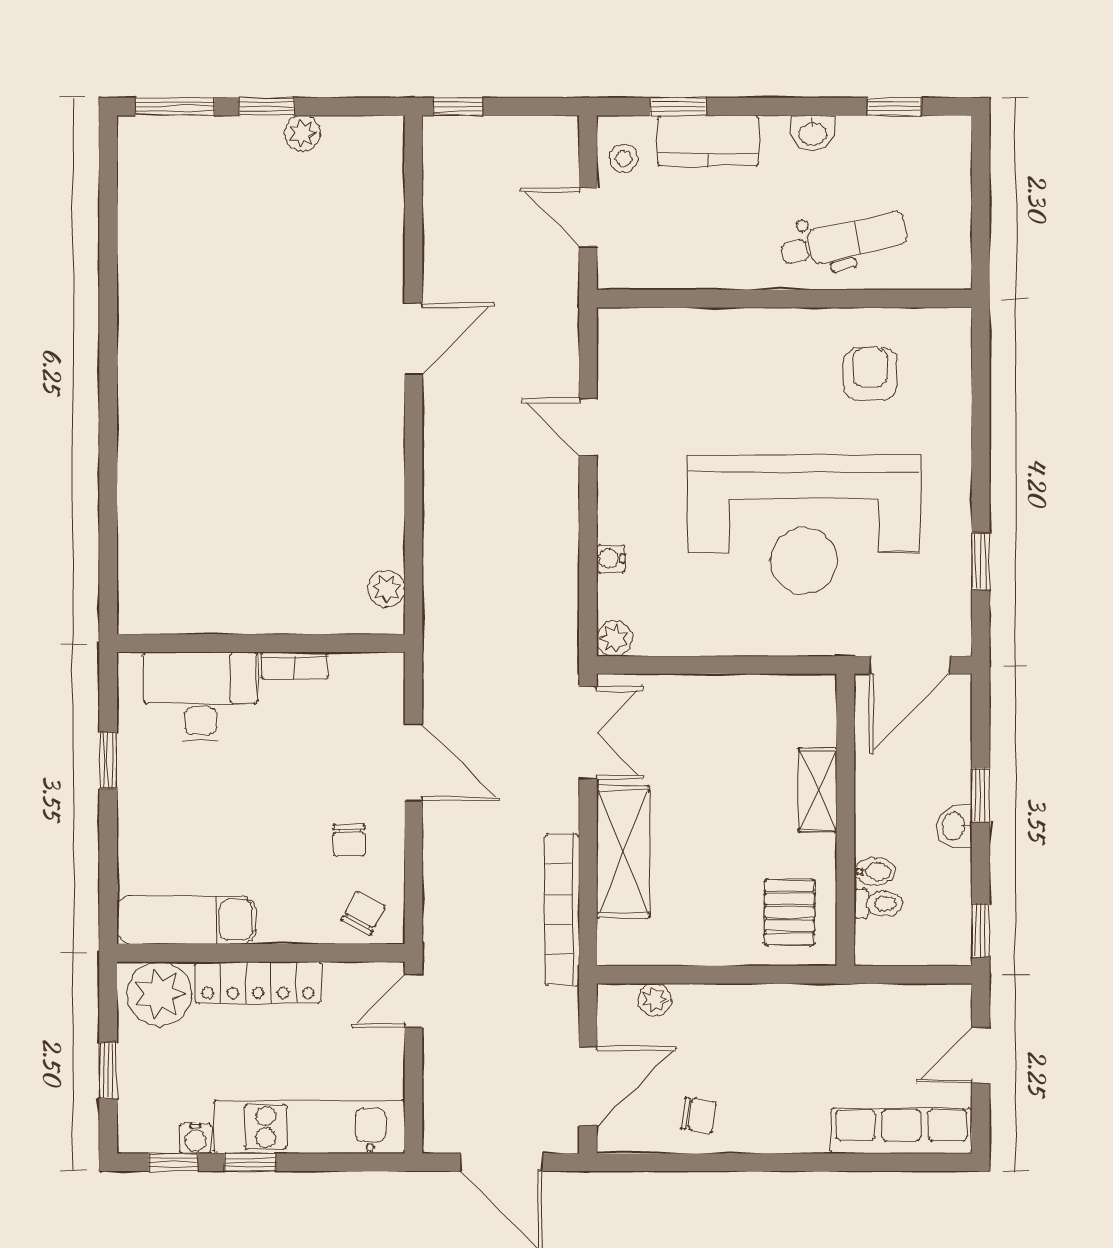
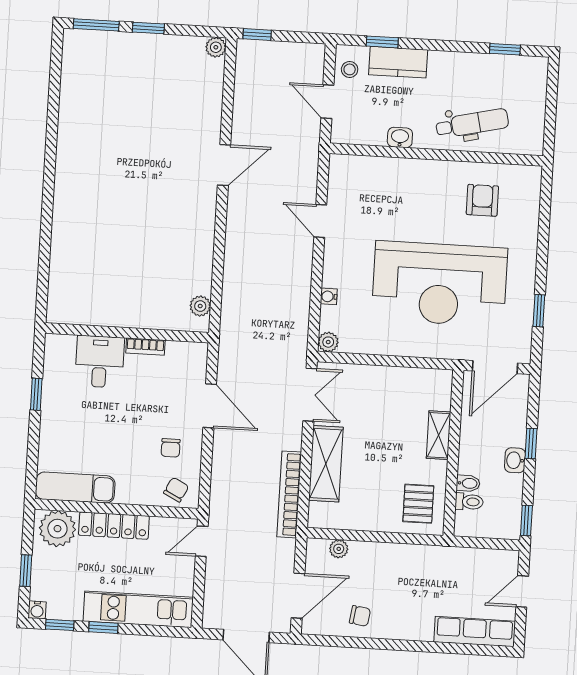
plant: (303, 133) -> (216, 47), moved
washbasin: (813, 133) -> (400, 138), moved, turned 180
desk: (201, 697) -> (100, 362), width x0.73
water cooler: (195, 1138) -> (37, 610), moved

